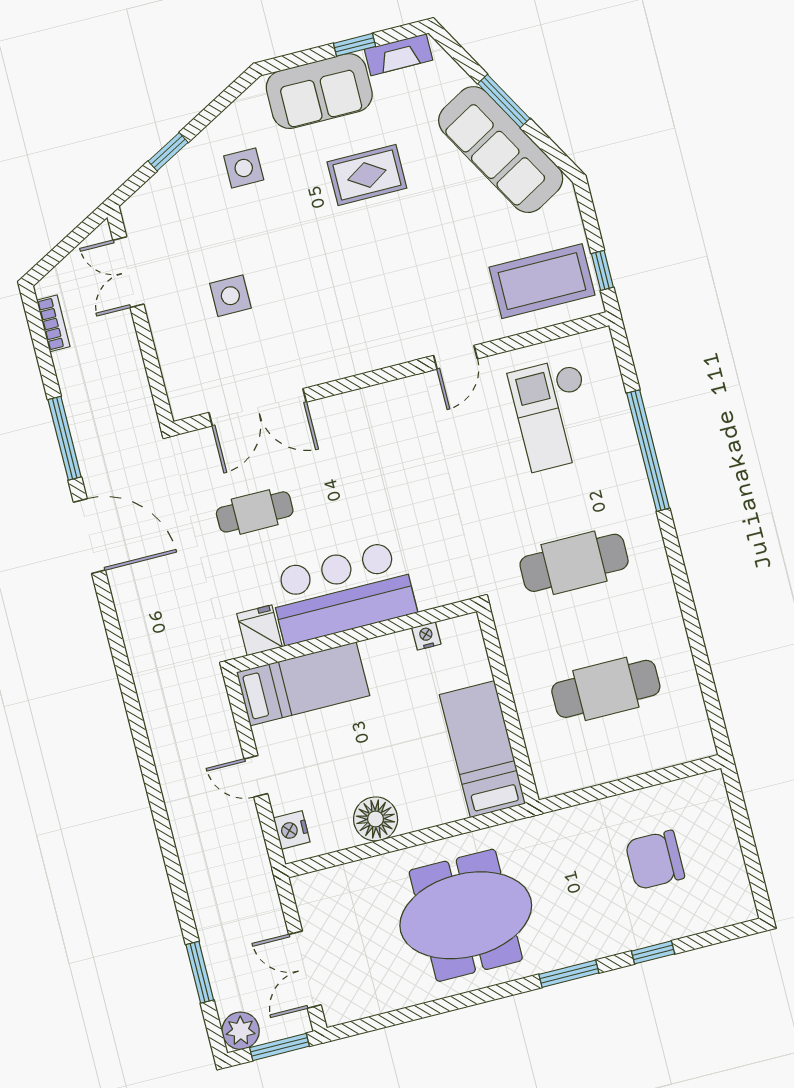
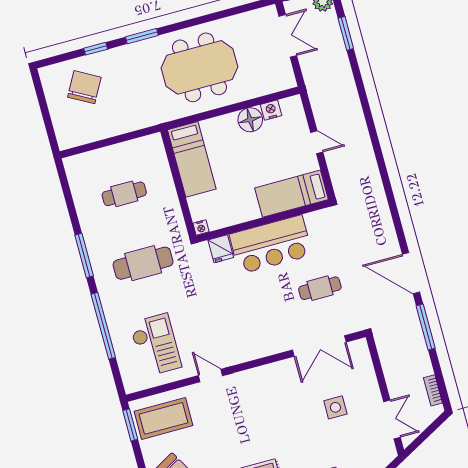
window: (602, 270) -> (130, 425), width x1.50
door: (455, 357) -> (211, 376), hinge flipped
double door: (258, 407) -> (319, 346), swing flipped
window: (680, 578) -> (84, 256), added
fridge: (259, 630) -> (221, 249), moved
nightstand: (426, 636) -> (201, 228), moved
cafe table: (606, 689) -> (124, 194), width x0.73, depth x0.74
nightstand: (292, 830) -> (271, 110), moved, turned -90
chair: (655, 860) -> (84, 87), moved, turned -61

